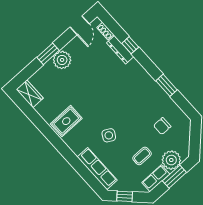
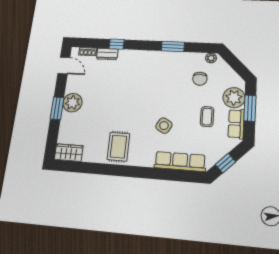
dresser: (120, 50) -> (107, 54), width x0.70
plant: (183, 119) -> (211, 58), added

